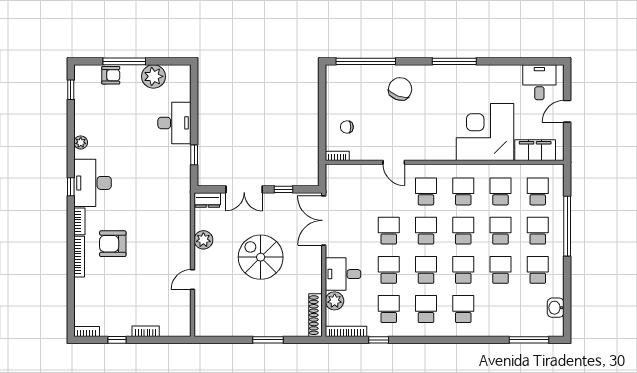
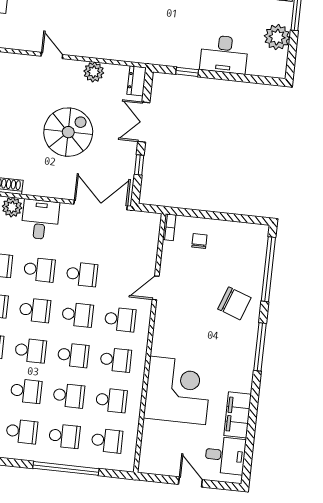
window: (454, 61) -> (260, 347), moved
filing cabinet: (535, 150) -> (238, 415), moved, turned 180

